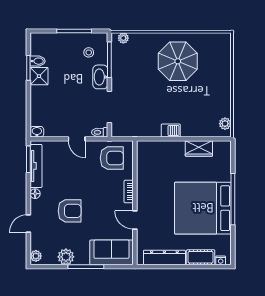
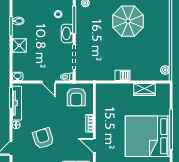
shower: (39, 76) -> (19, 45), moved
armchair: (112, 158) -> (76, 97), turned 90
armchair: (70, 211) -> (43, 138), turned -108

